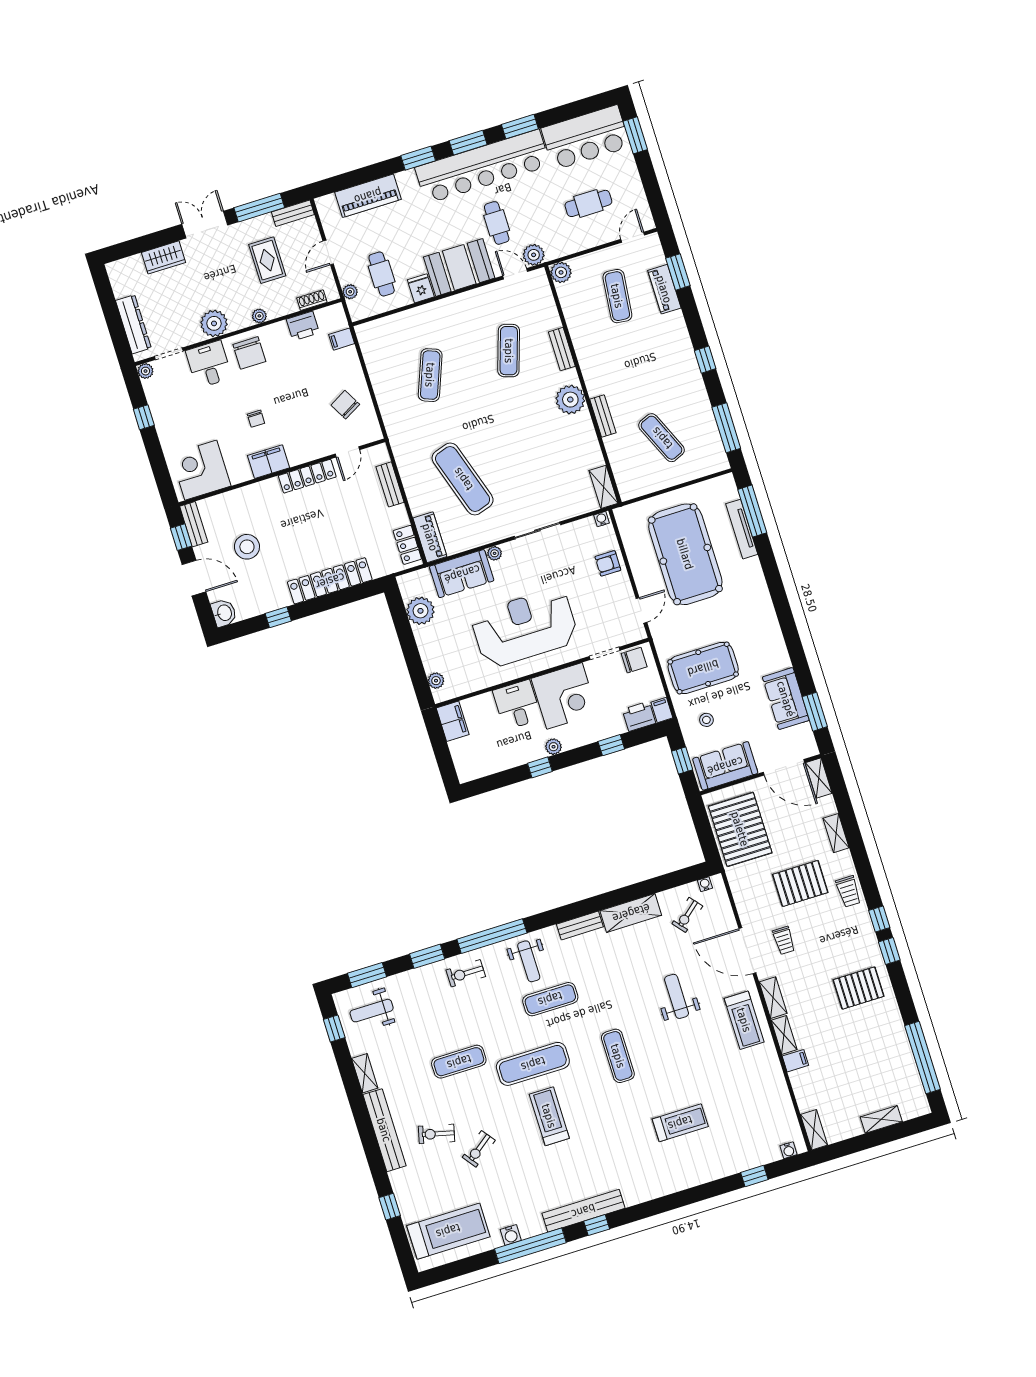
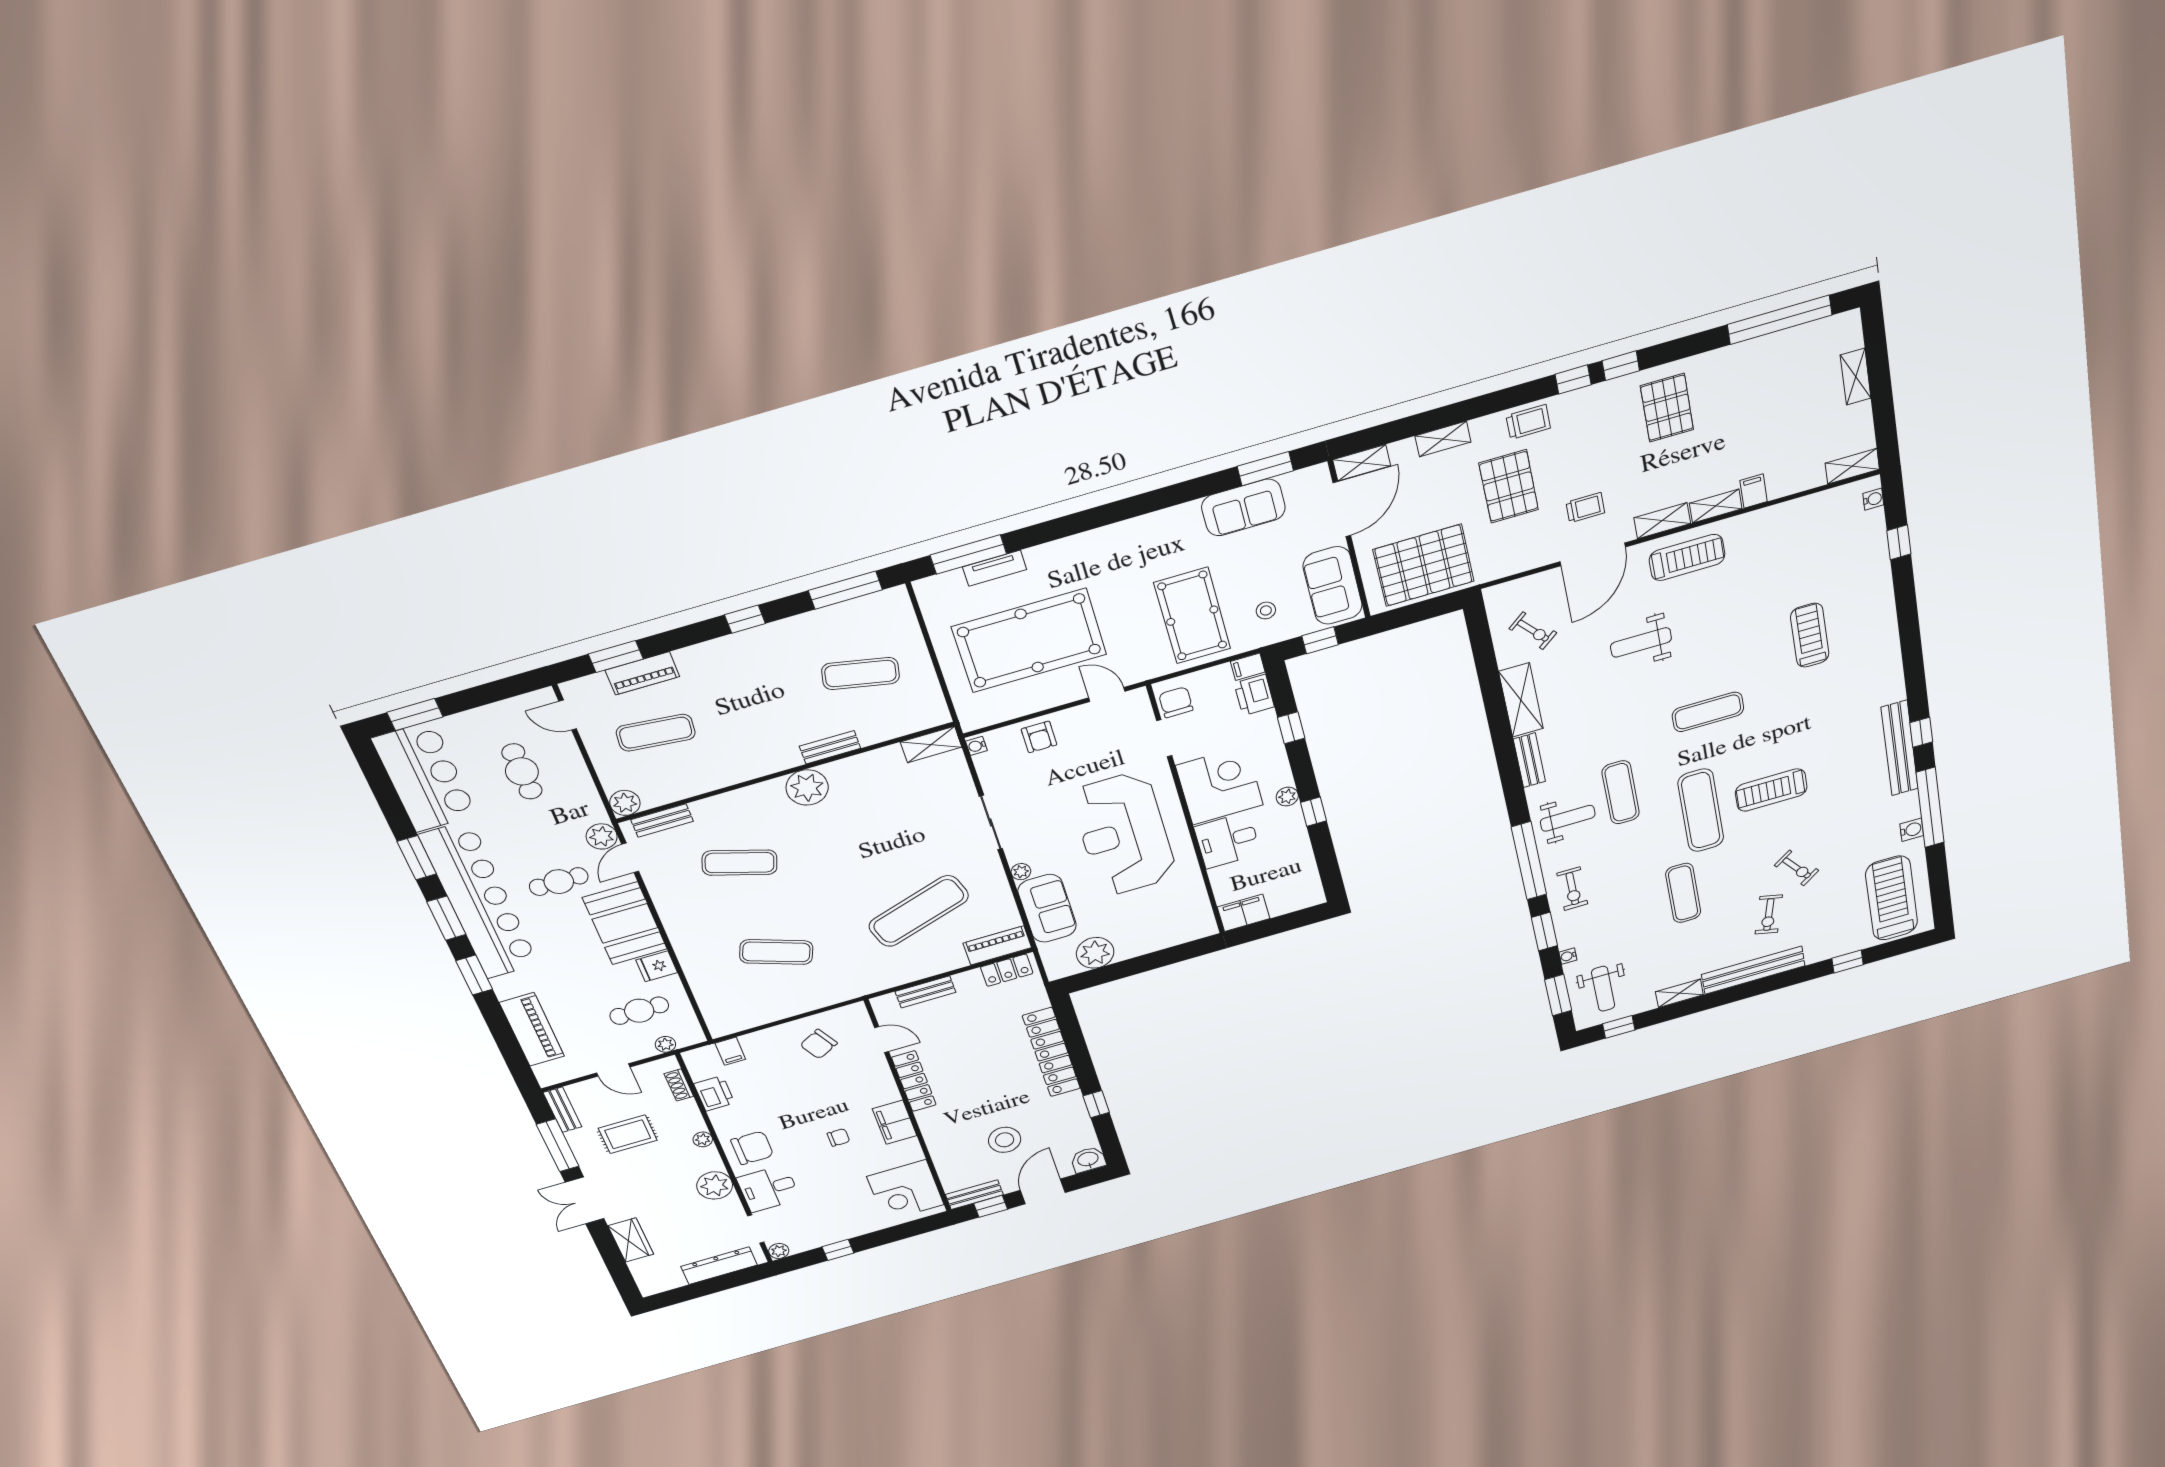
bench: (562, 349) -> (662, 820), moved
exercise mat: (662, 438) -> (861, 674), turned 36
tv unit: (742, 529) -> (995, 568), width x0.71
plant: (436, 681) -> (1189, 933), removed
water cooler: (705, 884) -> (1568, 956), moved

